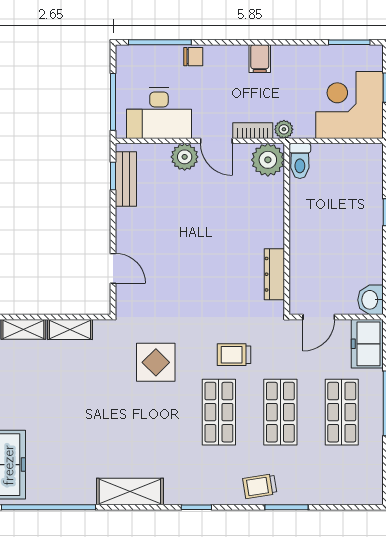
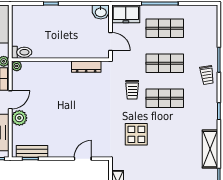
plant: (268, 160) -> (17, 66), width x0.53, depth x0.53

